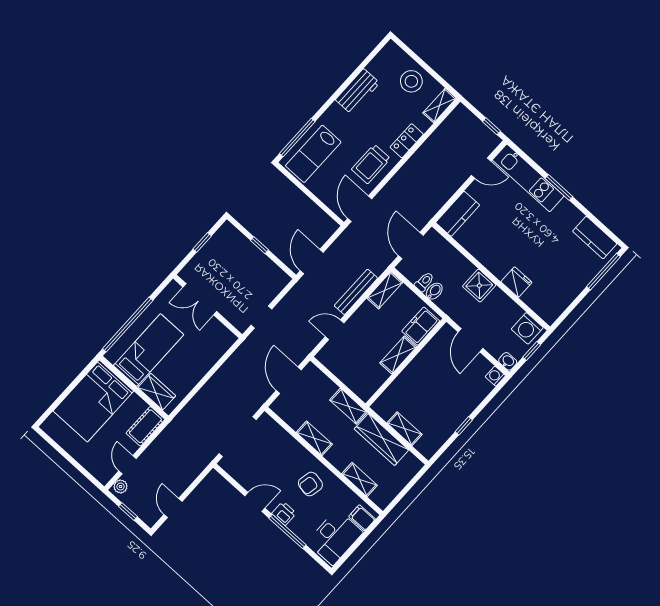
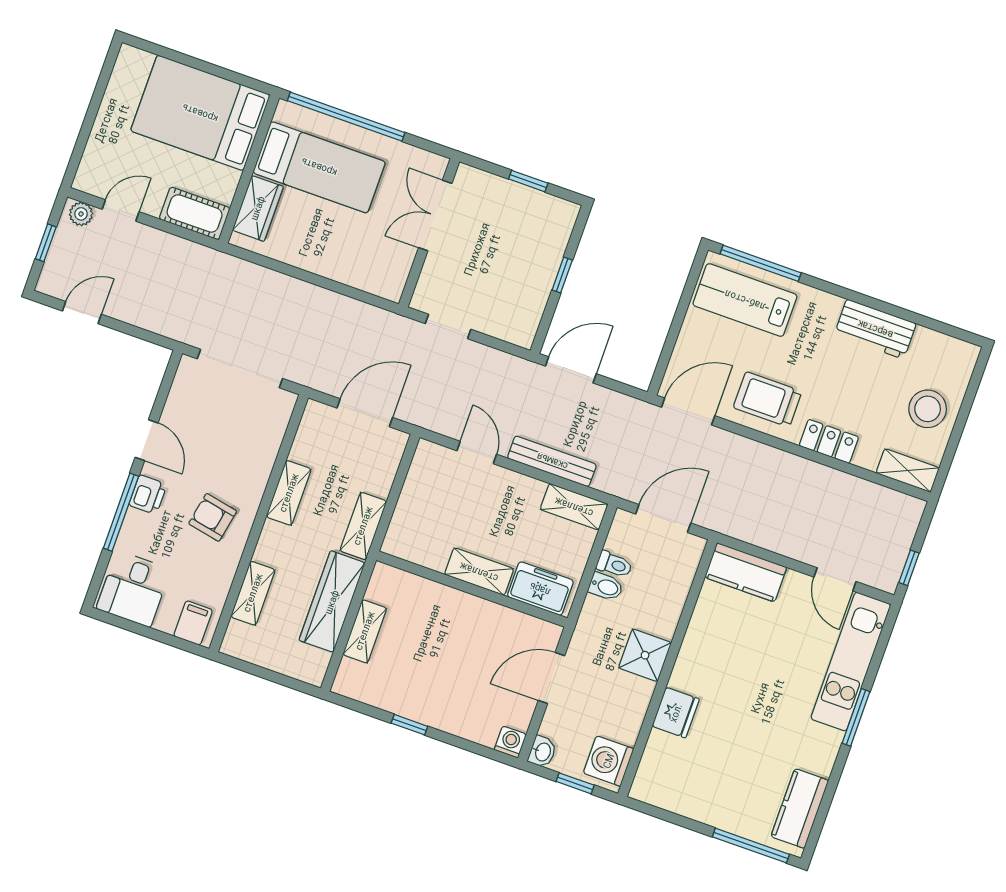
desk: (335, 537) -> (133, 589), width x0.73

